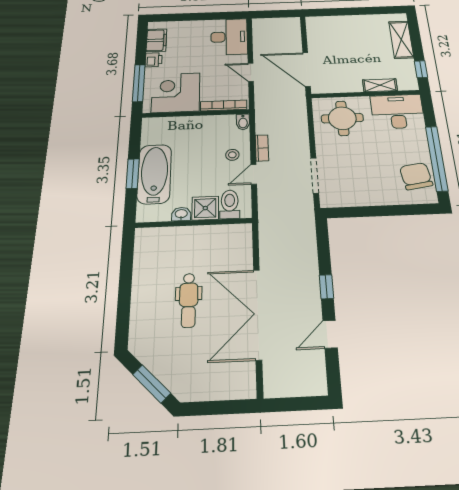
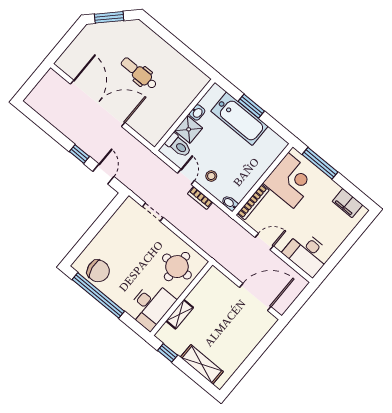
printer: (154, 60) -> (332, 188), removed
door: (307, 69) -> (255, 297), moved
doorway: (315, 175) -> (153, 212), width x0.73
door: (330, 334) -> (103, 174), moved

